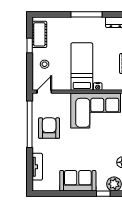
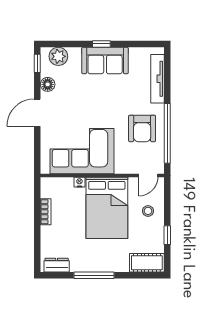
cot: (39, 34) -> (147, 263), moved, turned 90
bed: (82, 67) -> (107, 208), width x1.50
tv unit: (37, 167) -> (157, 79), width x1.41
window: (103, 194) -> (101, 44), moved

